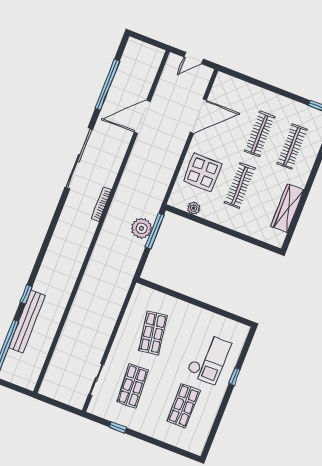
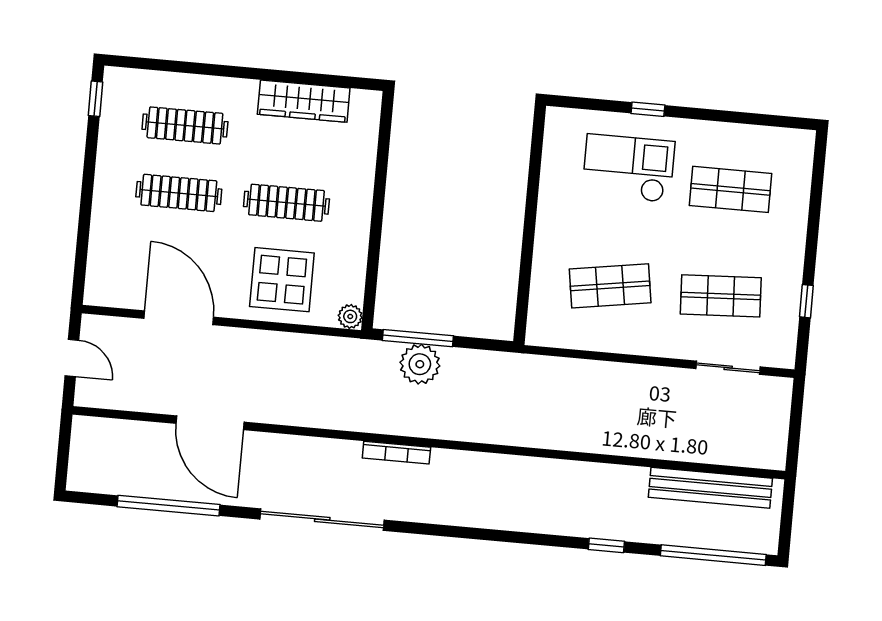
plant: (194, 208) -> (350, 316), moved
bench: (27, 321) -> (710, 488), moved

